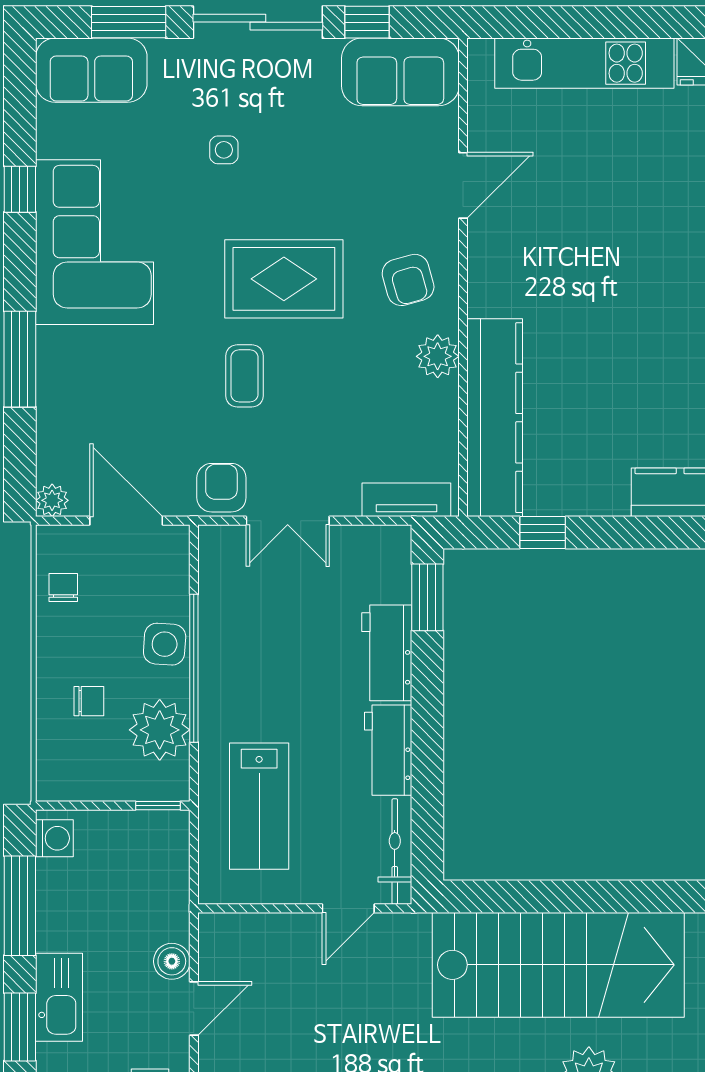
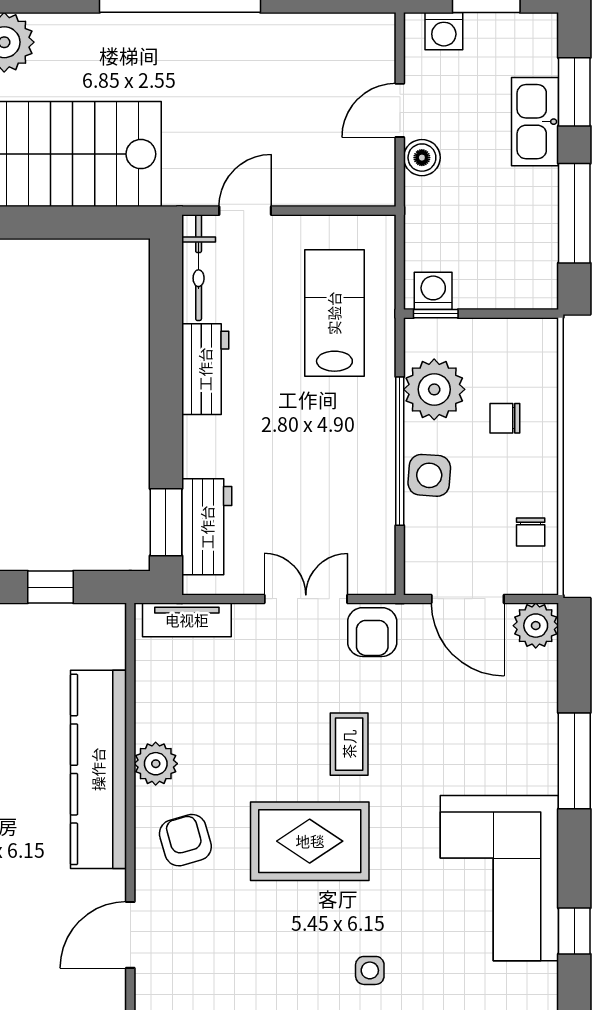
kitchen counter: (495, 418) -> (98, 769), moved
plant: (52, 500) -> (536, 626), width x1.38, depth x1.38
workbench: (387, 653) -> (207, 527), moved
washing machine: (54, 838) -> (433, 291), moved, turned 90

